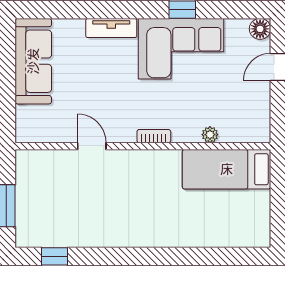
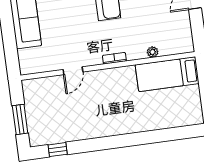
door: (92, 146) -> (73, 71), swing flipped

